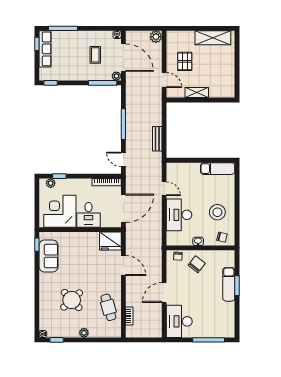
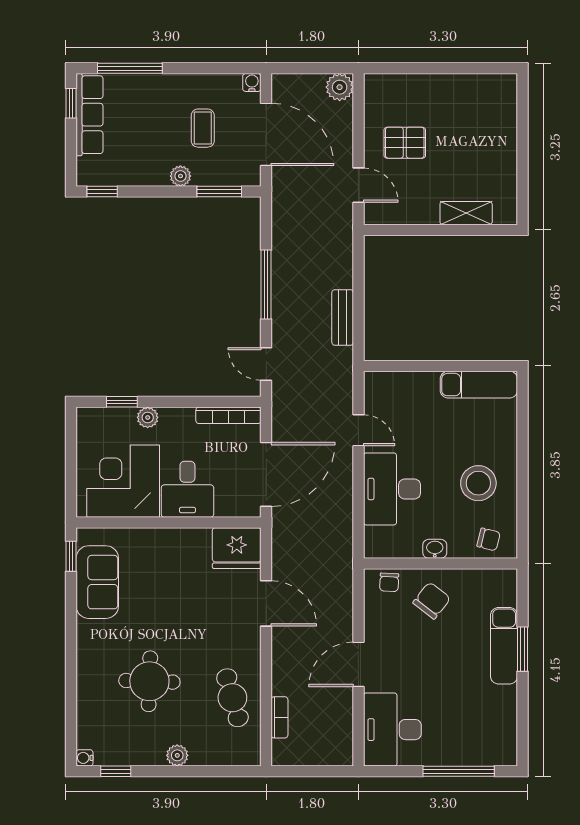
shelving: (213, 38) -> (468, 89), removed
pallet: (185, 61) -> (405, 143), turned 90
plant: (116, 76) -> (180, 176), moved
window: (103, 83) -> (219, 191), width x0.69
shelving: (197, 93) -> (466, 213), moved
plant: (51, 183) -> (148, 417), moved
round table: (72, 300) -> (149, 681), turned 45

